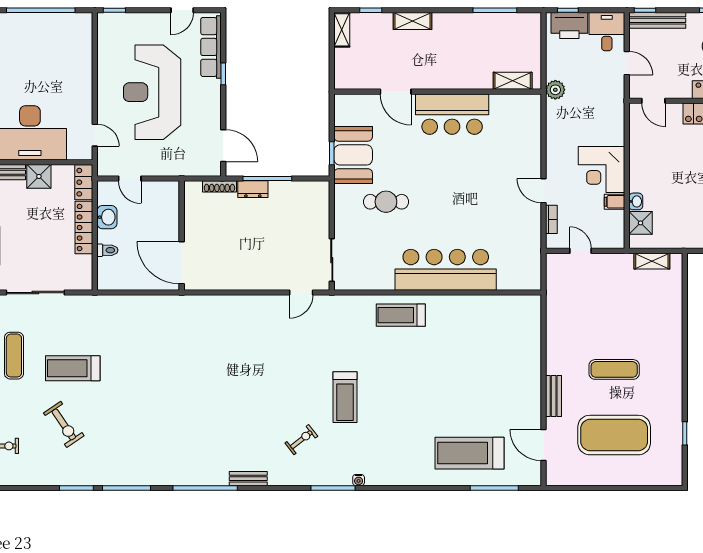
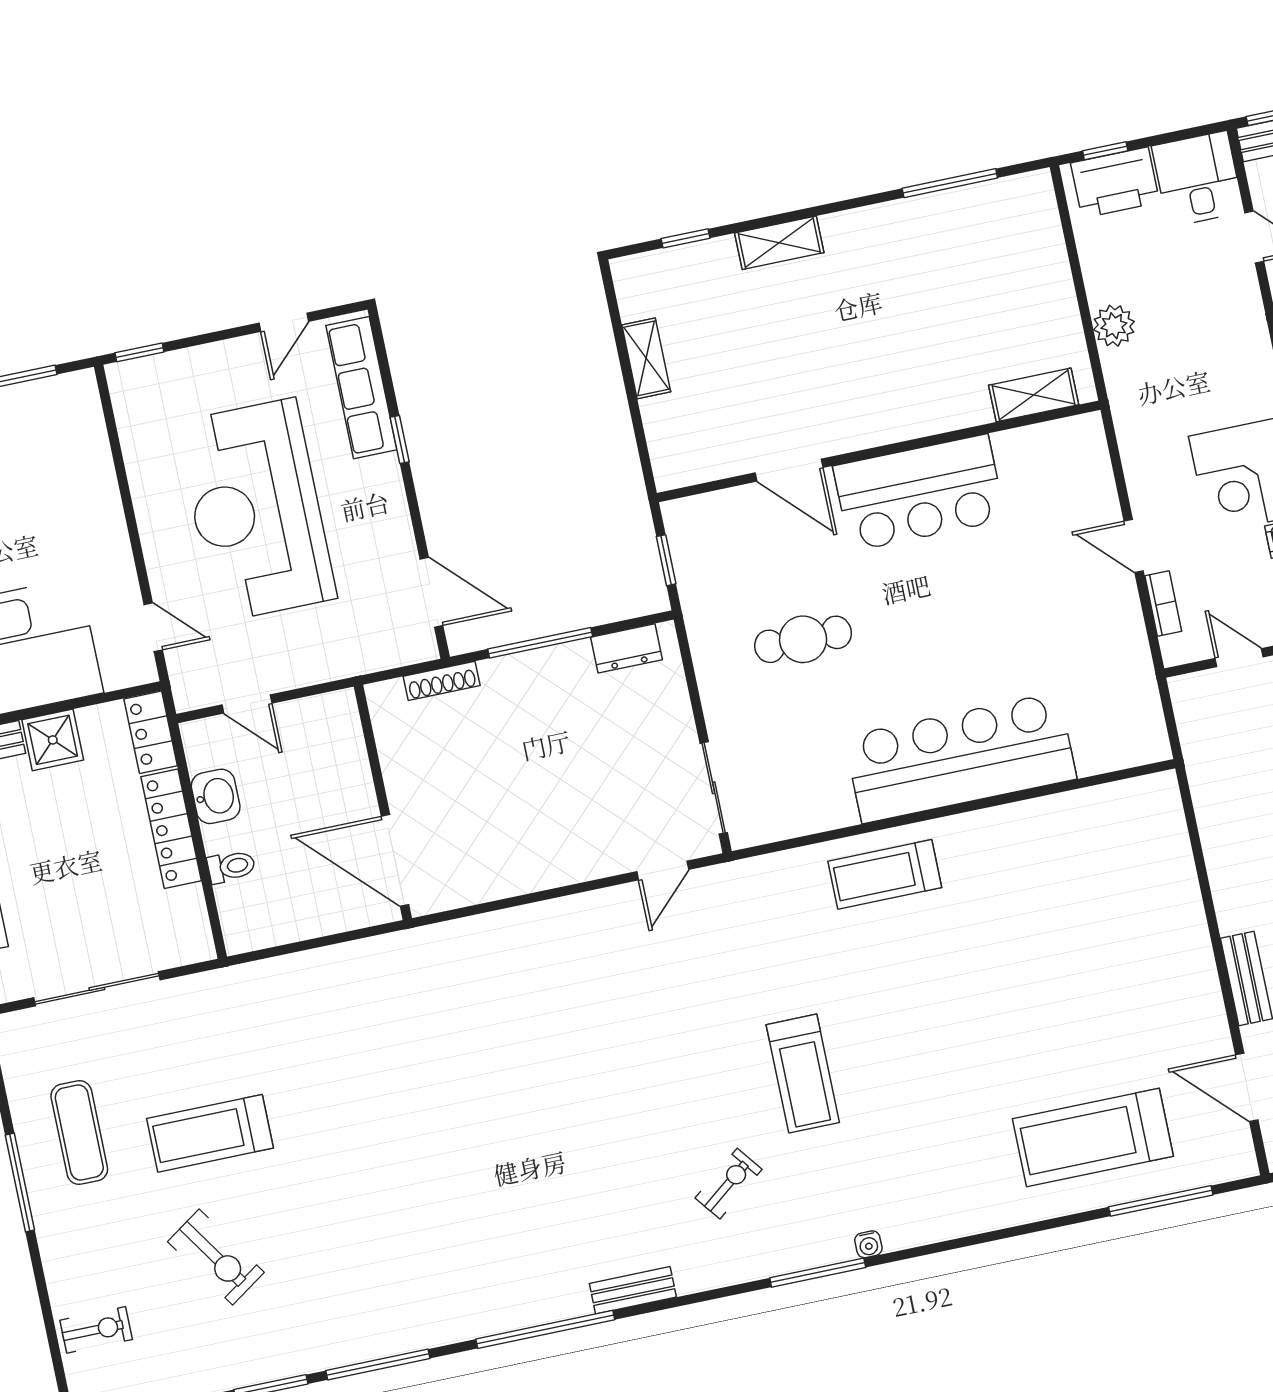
shelving: (342, 30) -> (646, 358), moved
shelving: (513, 81) -> (1034, 395), moved
door: (396, 92) -> (789, 470), moved
wall: (438, 92) -> (879, 451), moved
bar counter: (452, 114) -> (919, 493), moved
booth: (353, 155) -> (712, 554), removed
dresser: (253, 189) -> (627, 648), moved

